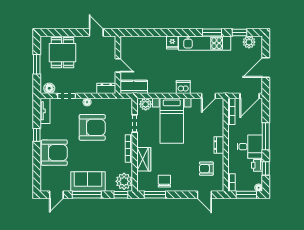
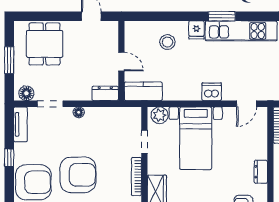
window: (212, 33) -> (222, 16), moved
stool: (151, 51) -> (167, 42), added
armchair: (92, 127) -> (78, 175), moved

